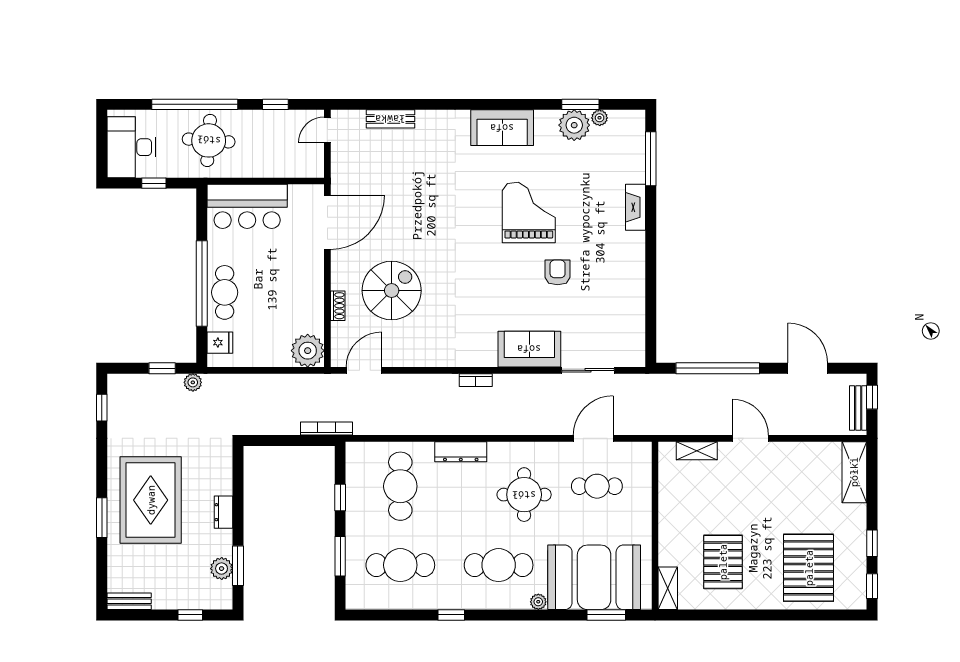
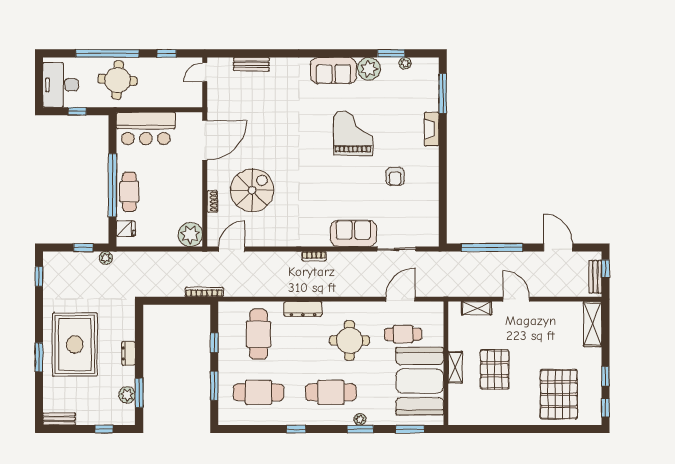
plant: (574, 125) -> (369, 69), moved
armchair: (558, 272) -> (395, 176), moved, turned 180
pallet: (723, 562) -> (495, 369), moved
booth: (594, 577) -> (420, 381), moved, turned 90
shelving: (668, 588) -> (455, 367), moved
window: (539, 615) -> (360, 429), added

